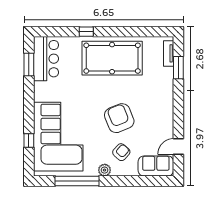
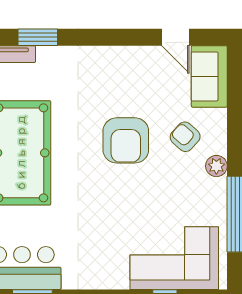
armchair: (119, 118) -> (126, 140), turned -68
corner sofa: (58, 137) -> (174, 258), width x0.73, depth x0.74

